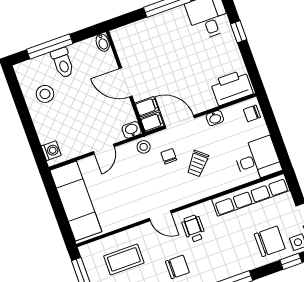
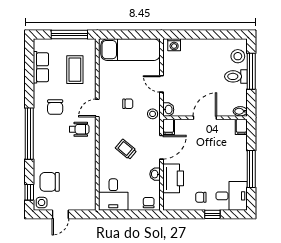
chair: (223, 53) -> (201, 197), added
printer: (232, 87) -> (173, 178), moved
stool: (45, 94) -> (238, 56), moved
filing cabinet: (147, 107) -> (241, 127), moved
chair: (169, 156) -> (128, 104), moved
row of seats: (251, 195) -> (89, 180), removed
chair: (270, 241) -> (50, 182), turned 90

